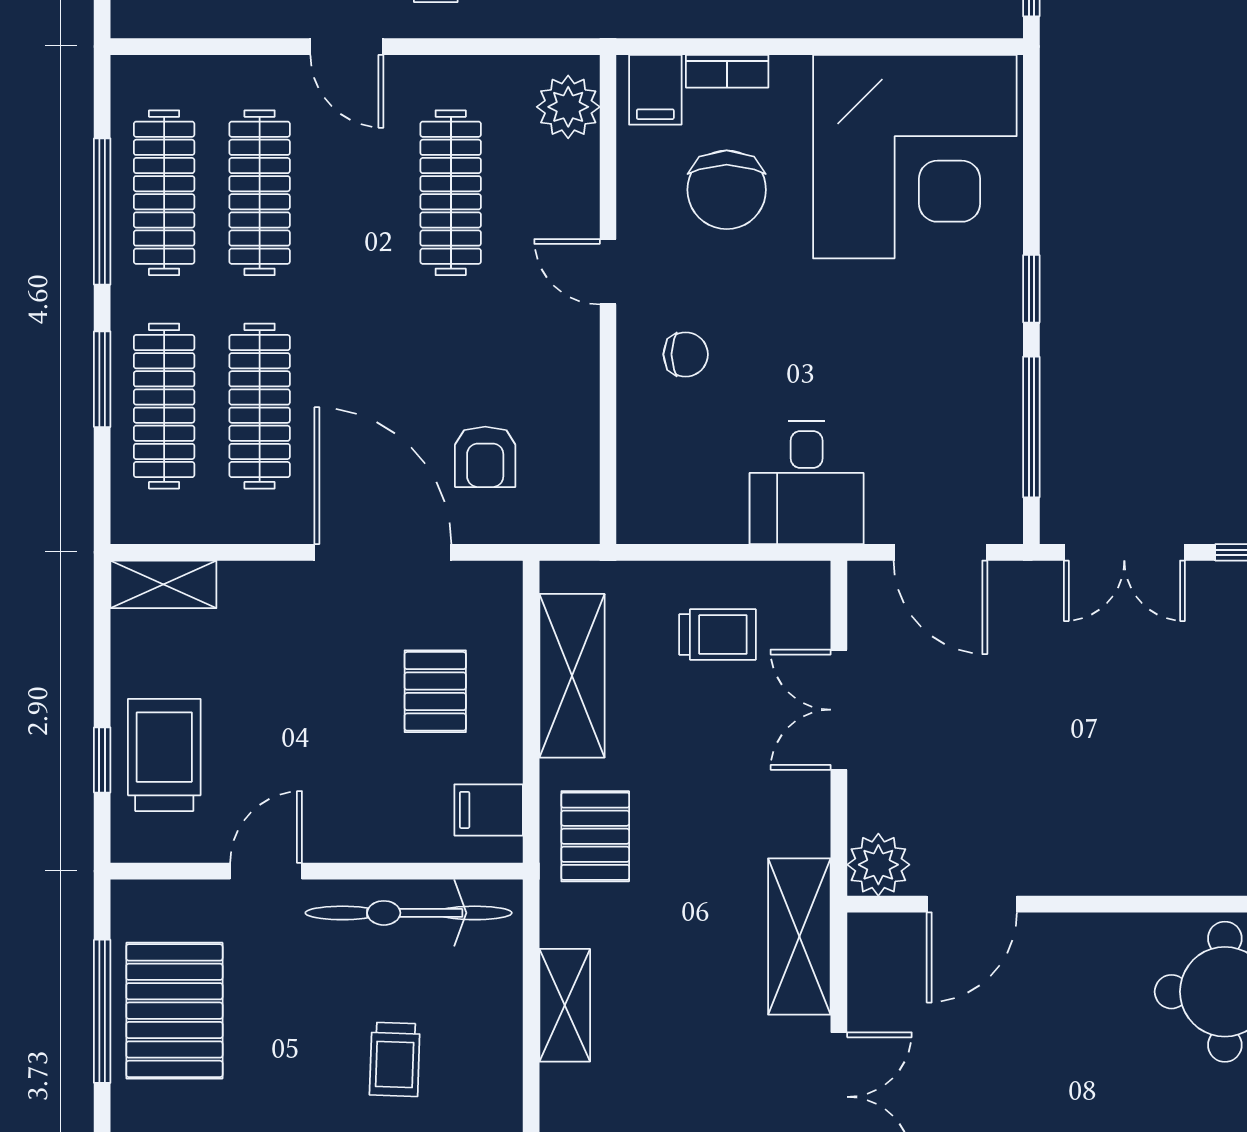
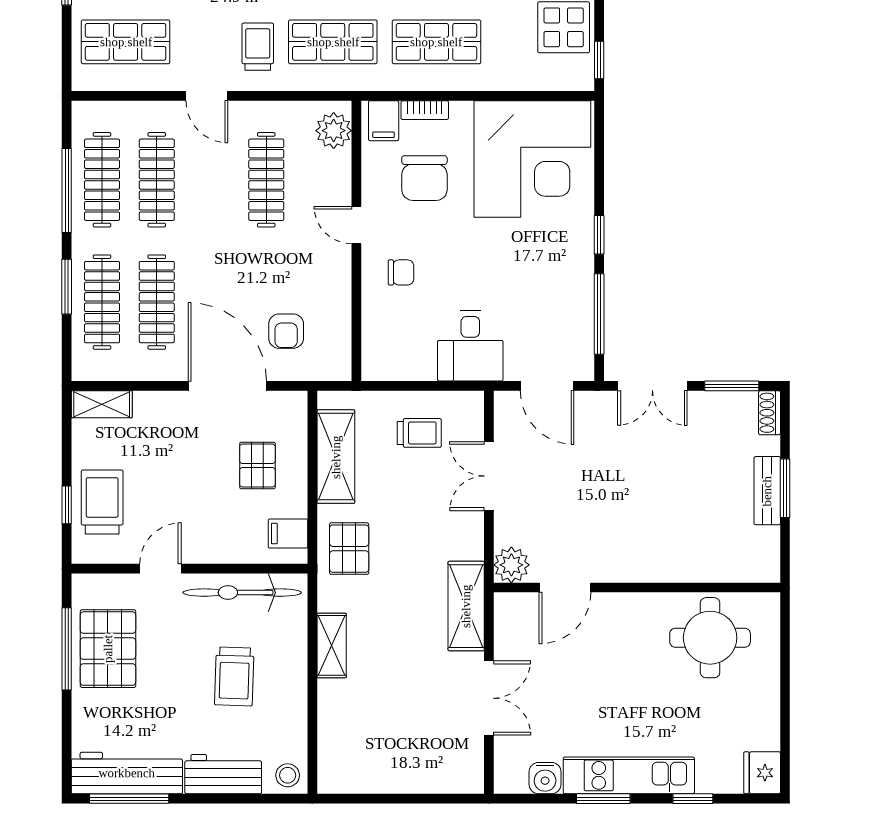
trolley: (395, 1059) -> (234, 677), width x1.36, depth x1.39

